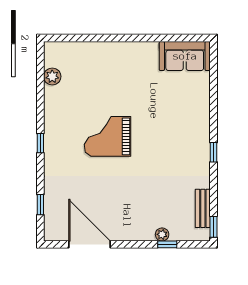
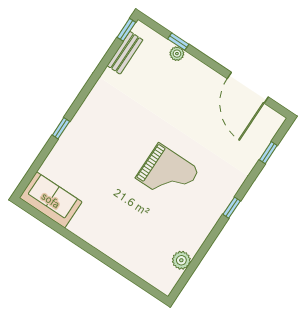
window: (214, 152) -> (61, 128), moved

